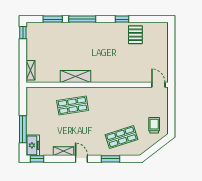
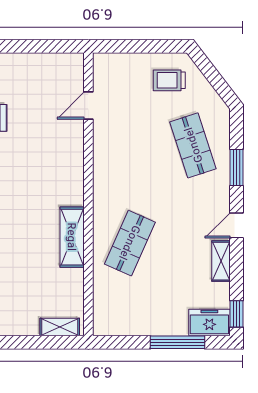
door: (158, 85) -> (88, 106), moved
shop shelf: (73, 106) -> (130, 243), turned 33

